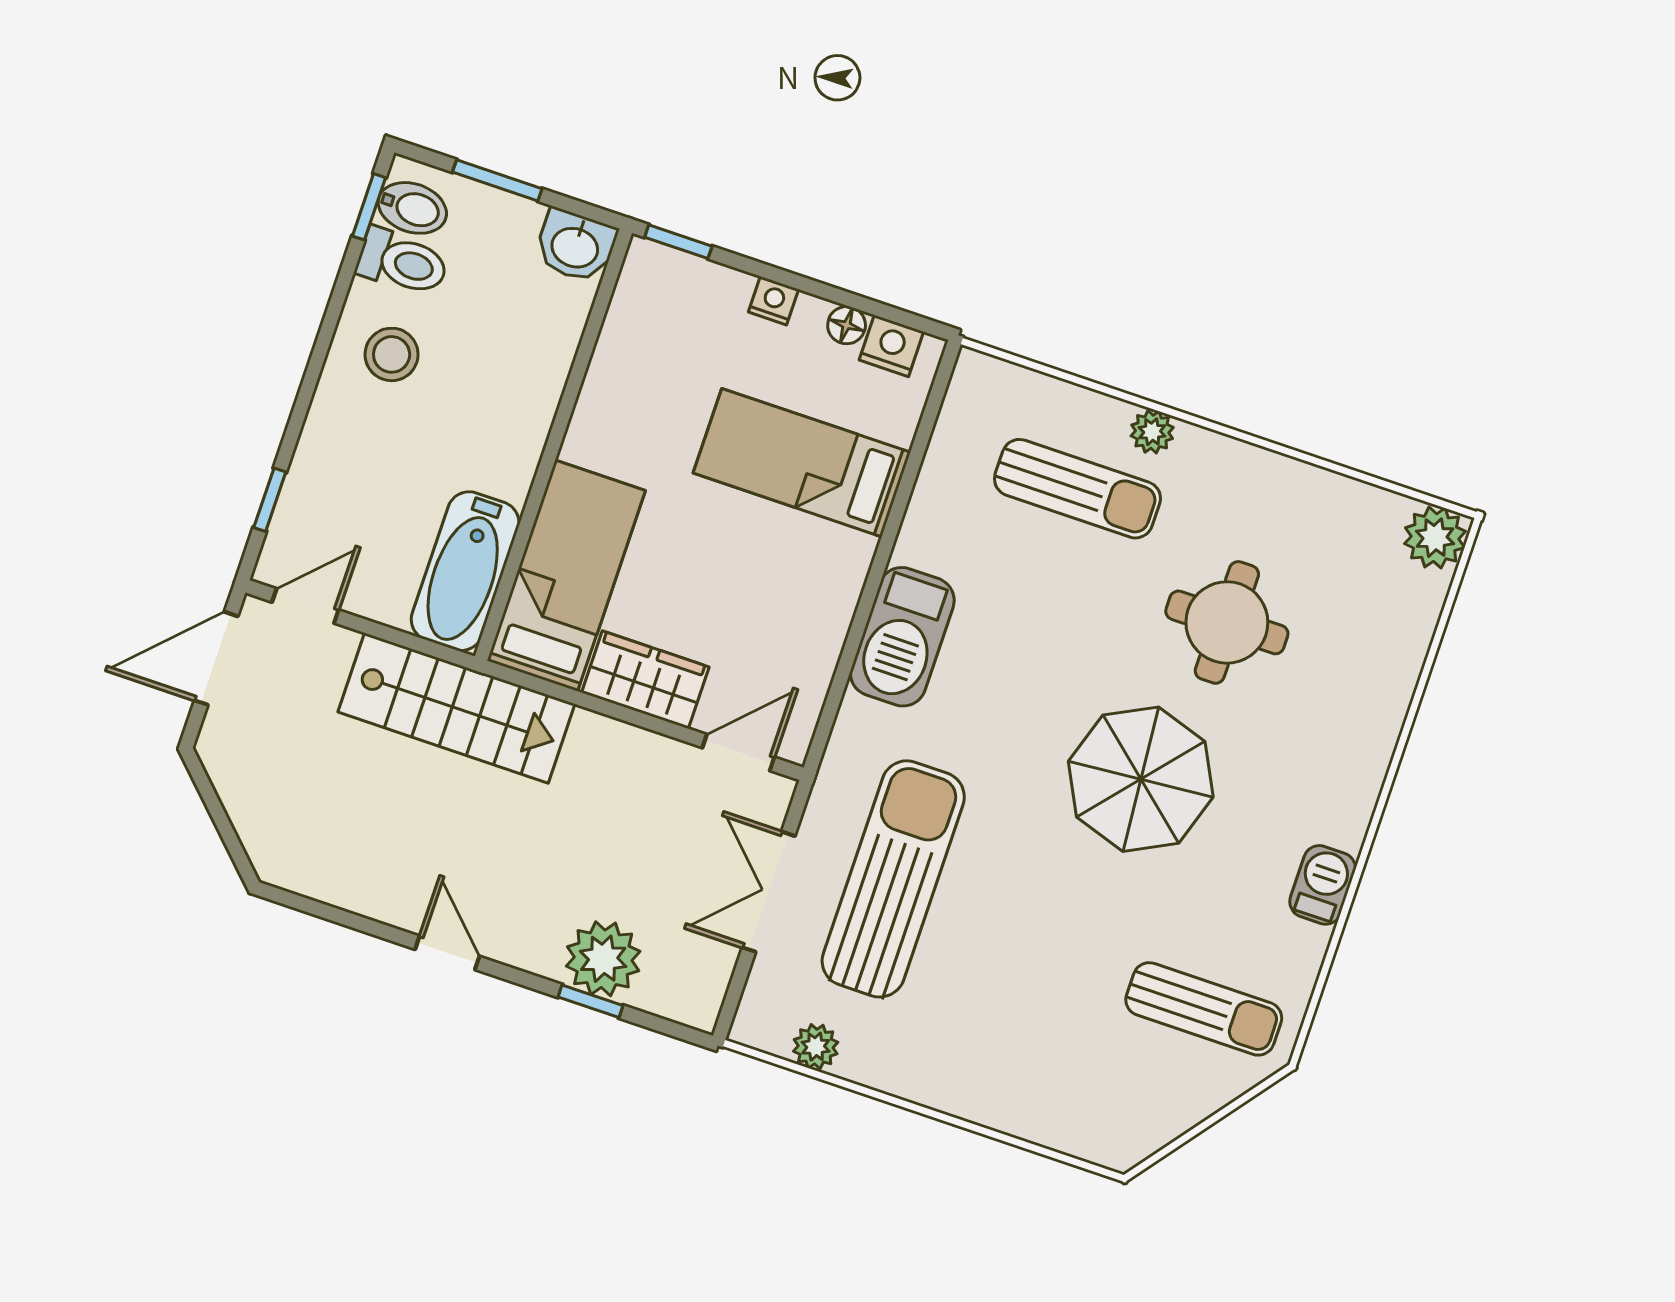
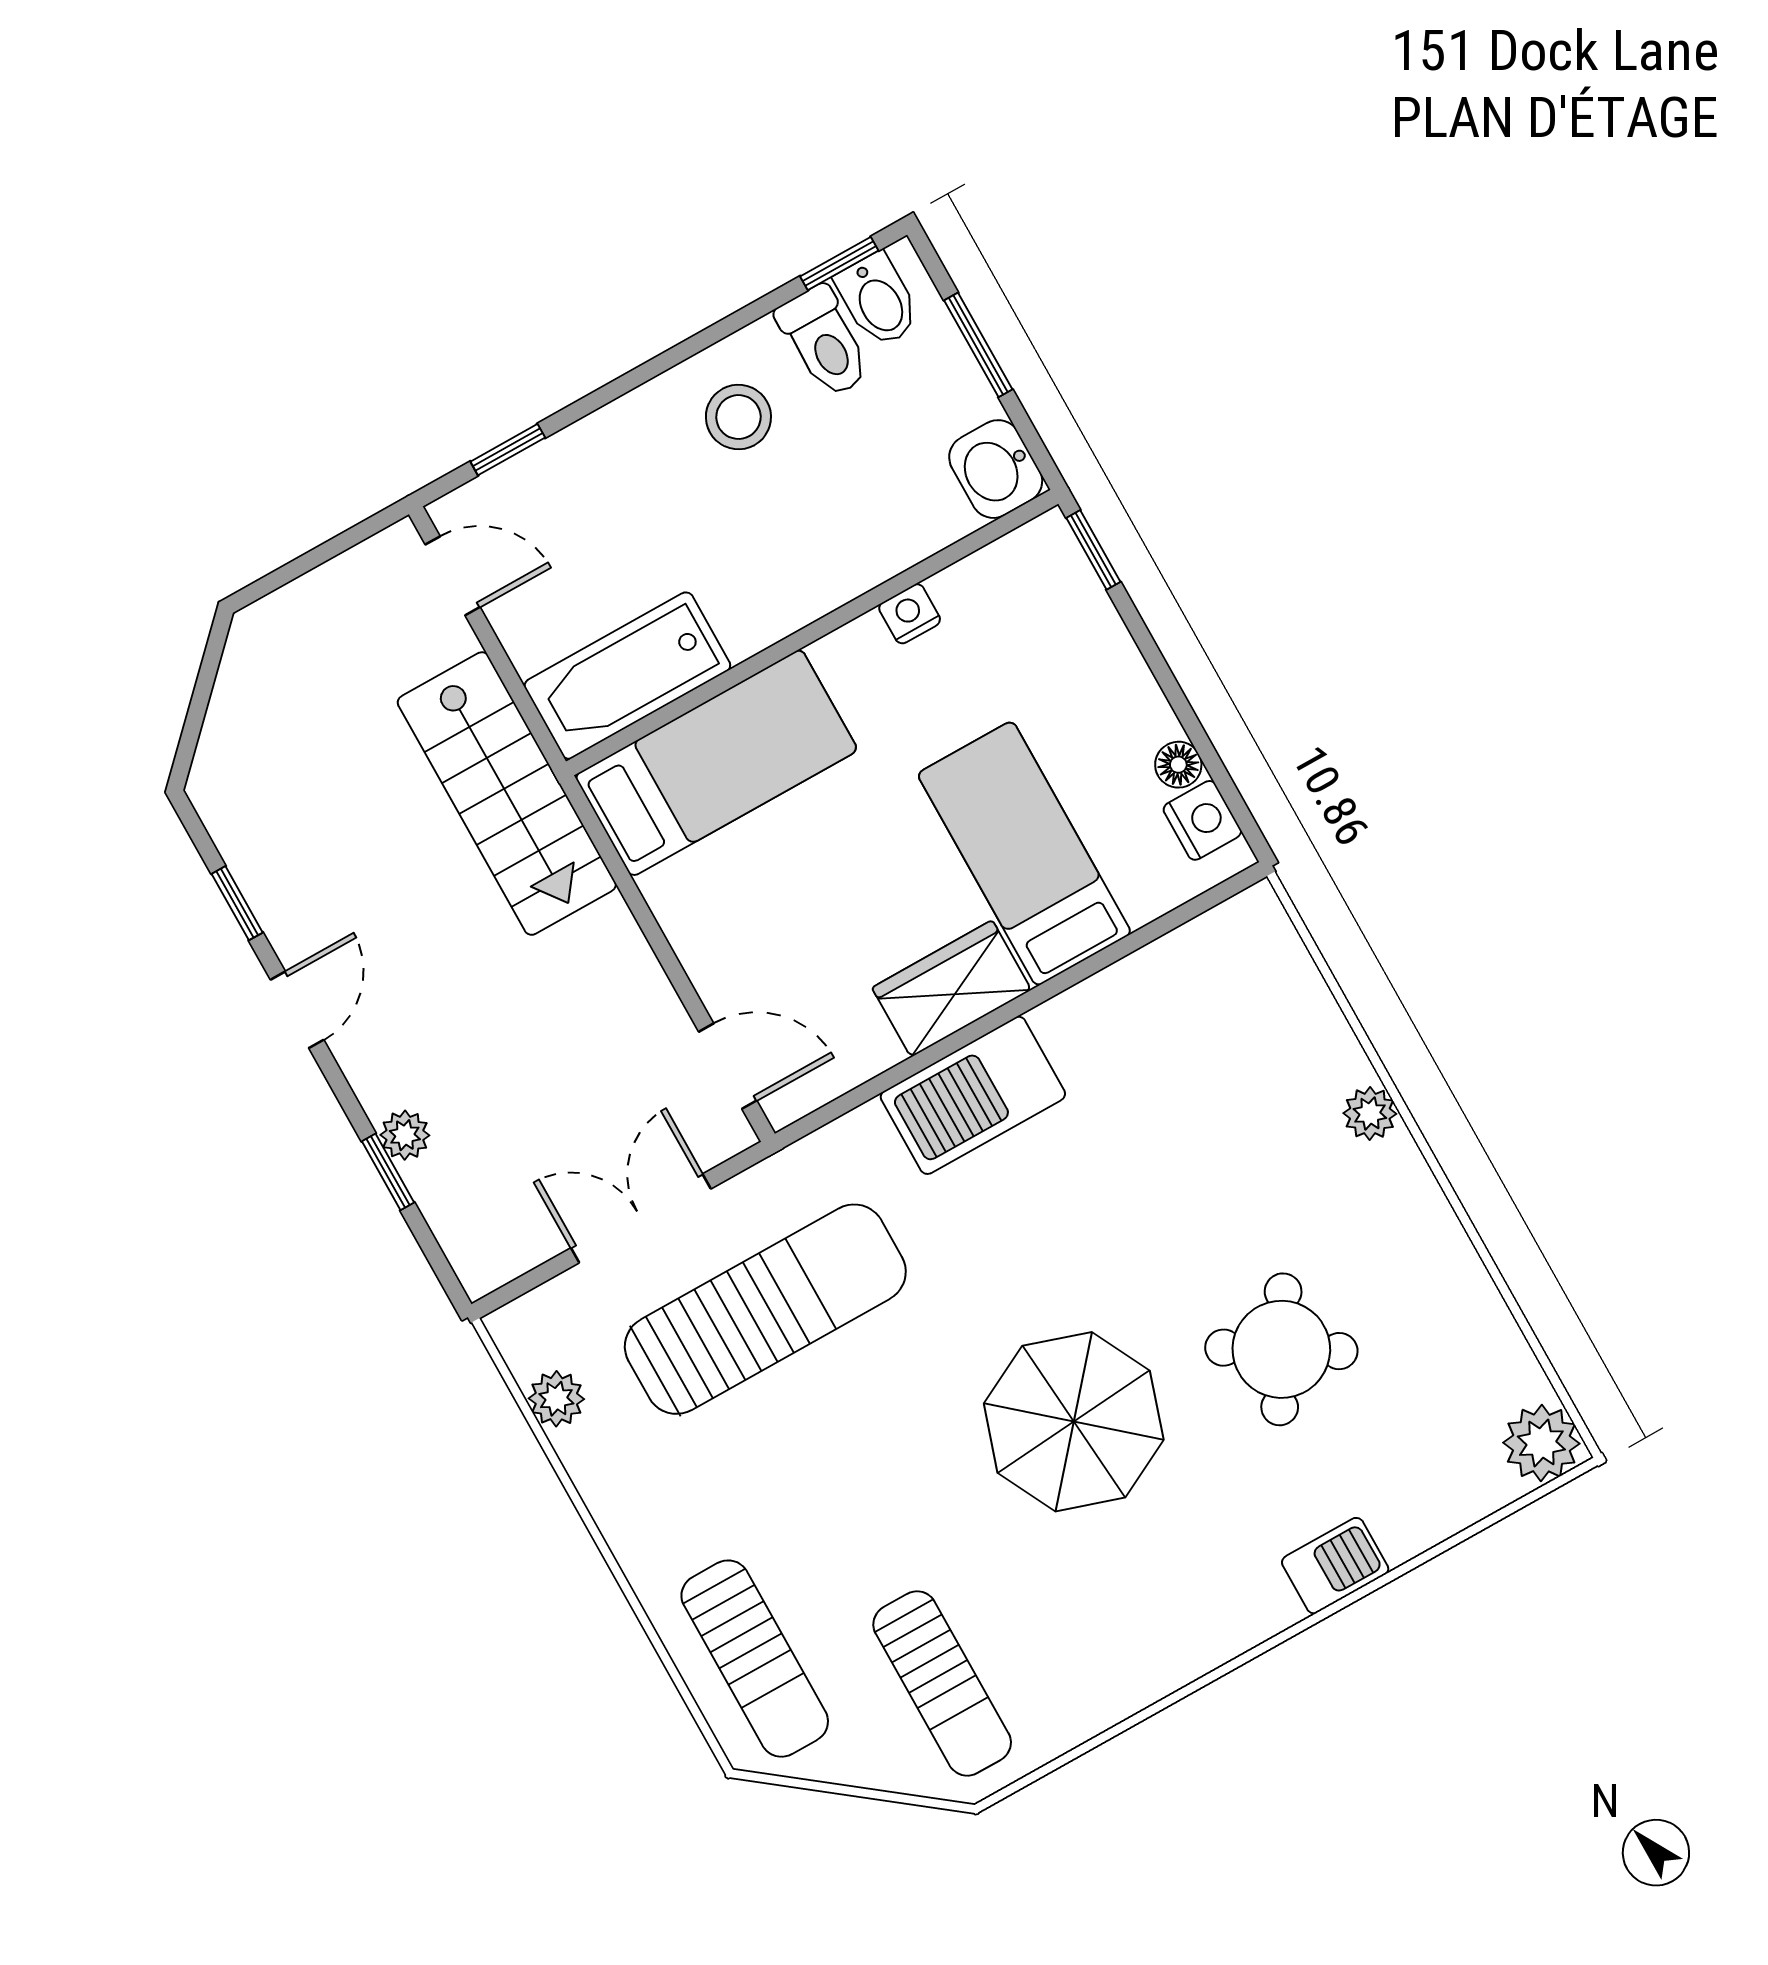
nightstand: (773, 301) -> (910, 614), moved, turned -90
sun lounger: (1077, 489) -> (755, 1659), moved
round table: (1227, 622) -> (1281, 1349), turned 31
door: (216, 658) -> (328, 550), removed
wardrobe: (645, 680) -> (952, 989), moved, turned -90
barbecue: (1323, 885) -> (1335, 1566), moved
window: (353, 921) -> (237, 903), added
plant: (603, 959) -> (405, 1135), width x0.53, depth x0.53

